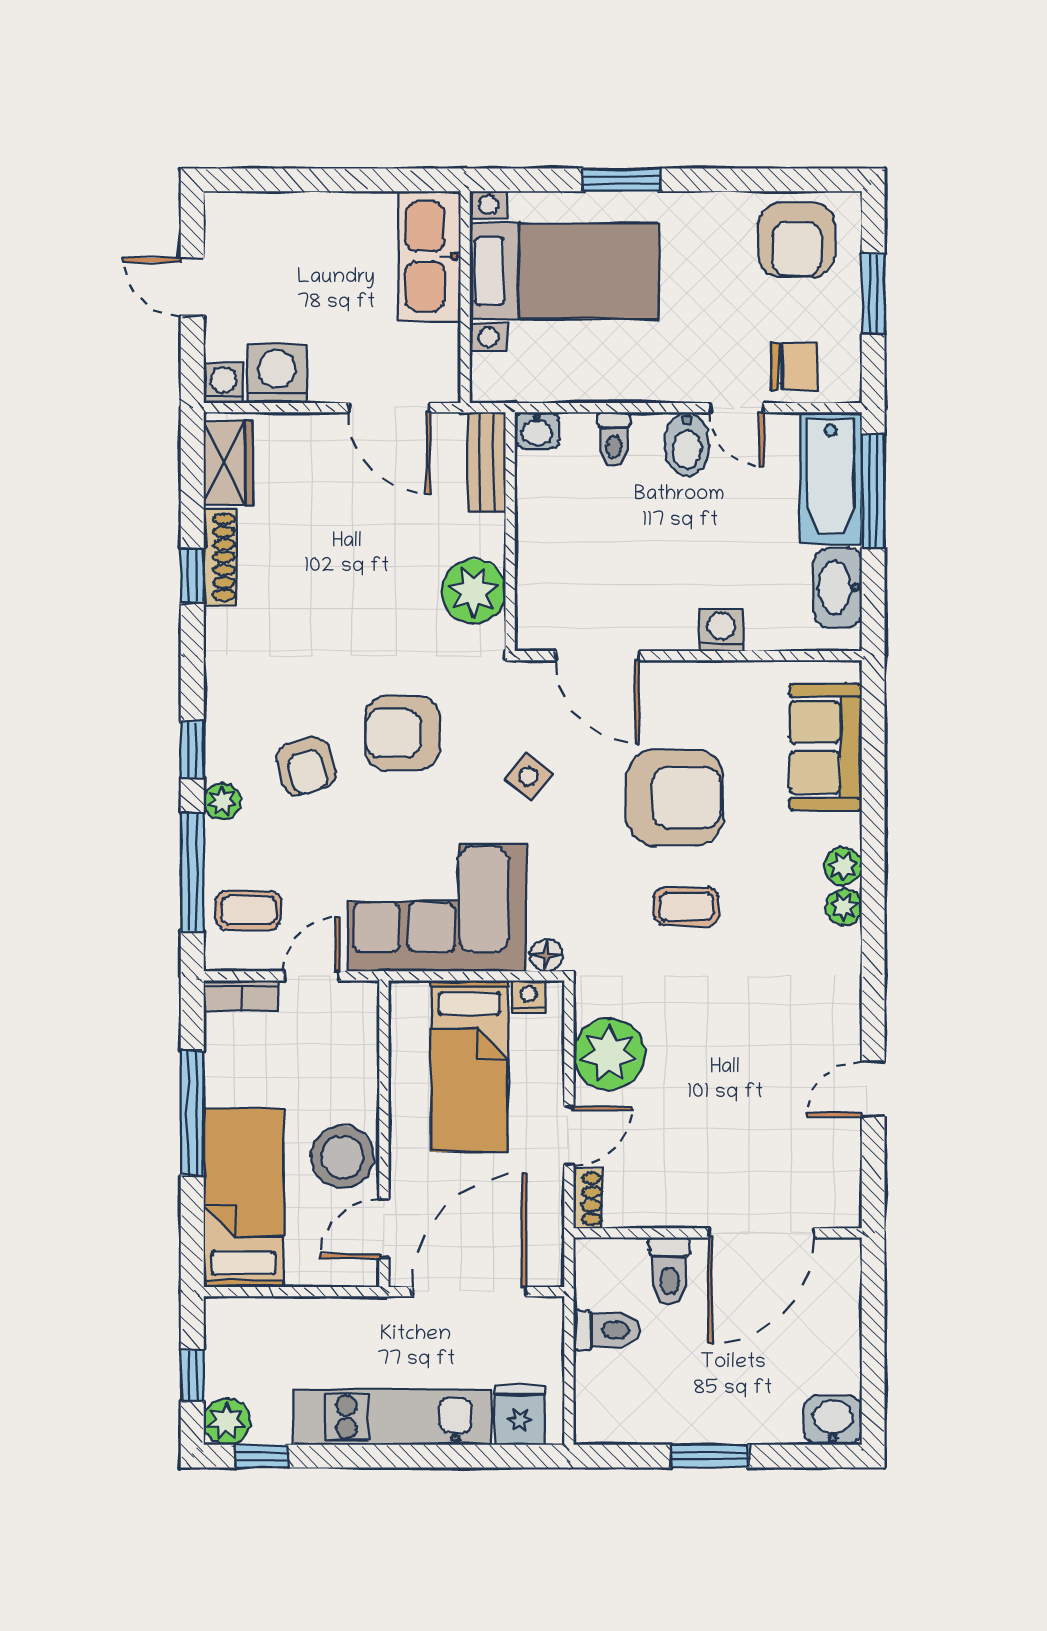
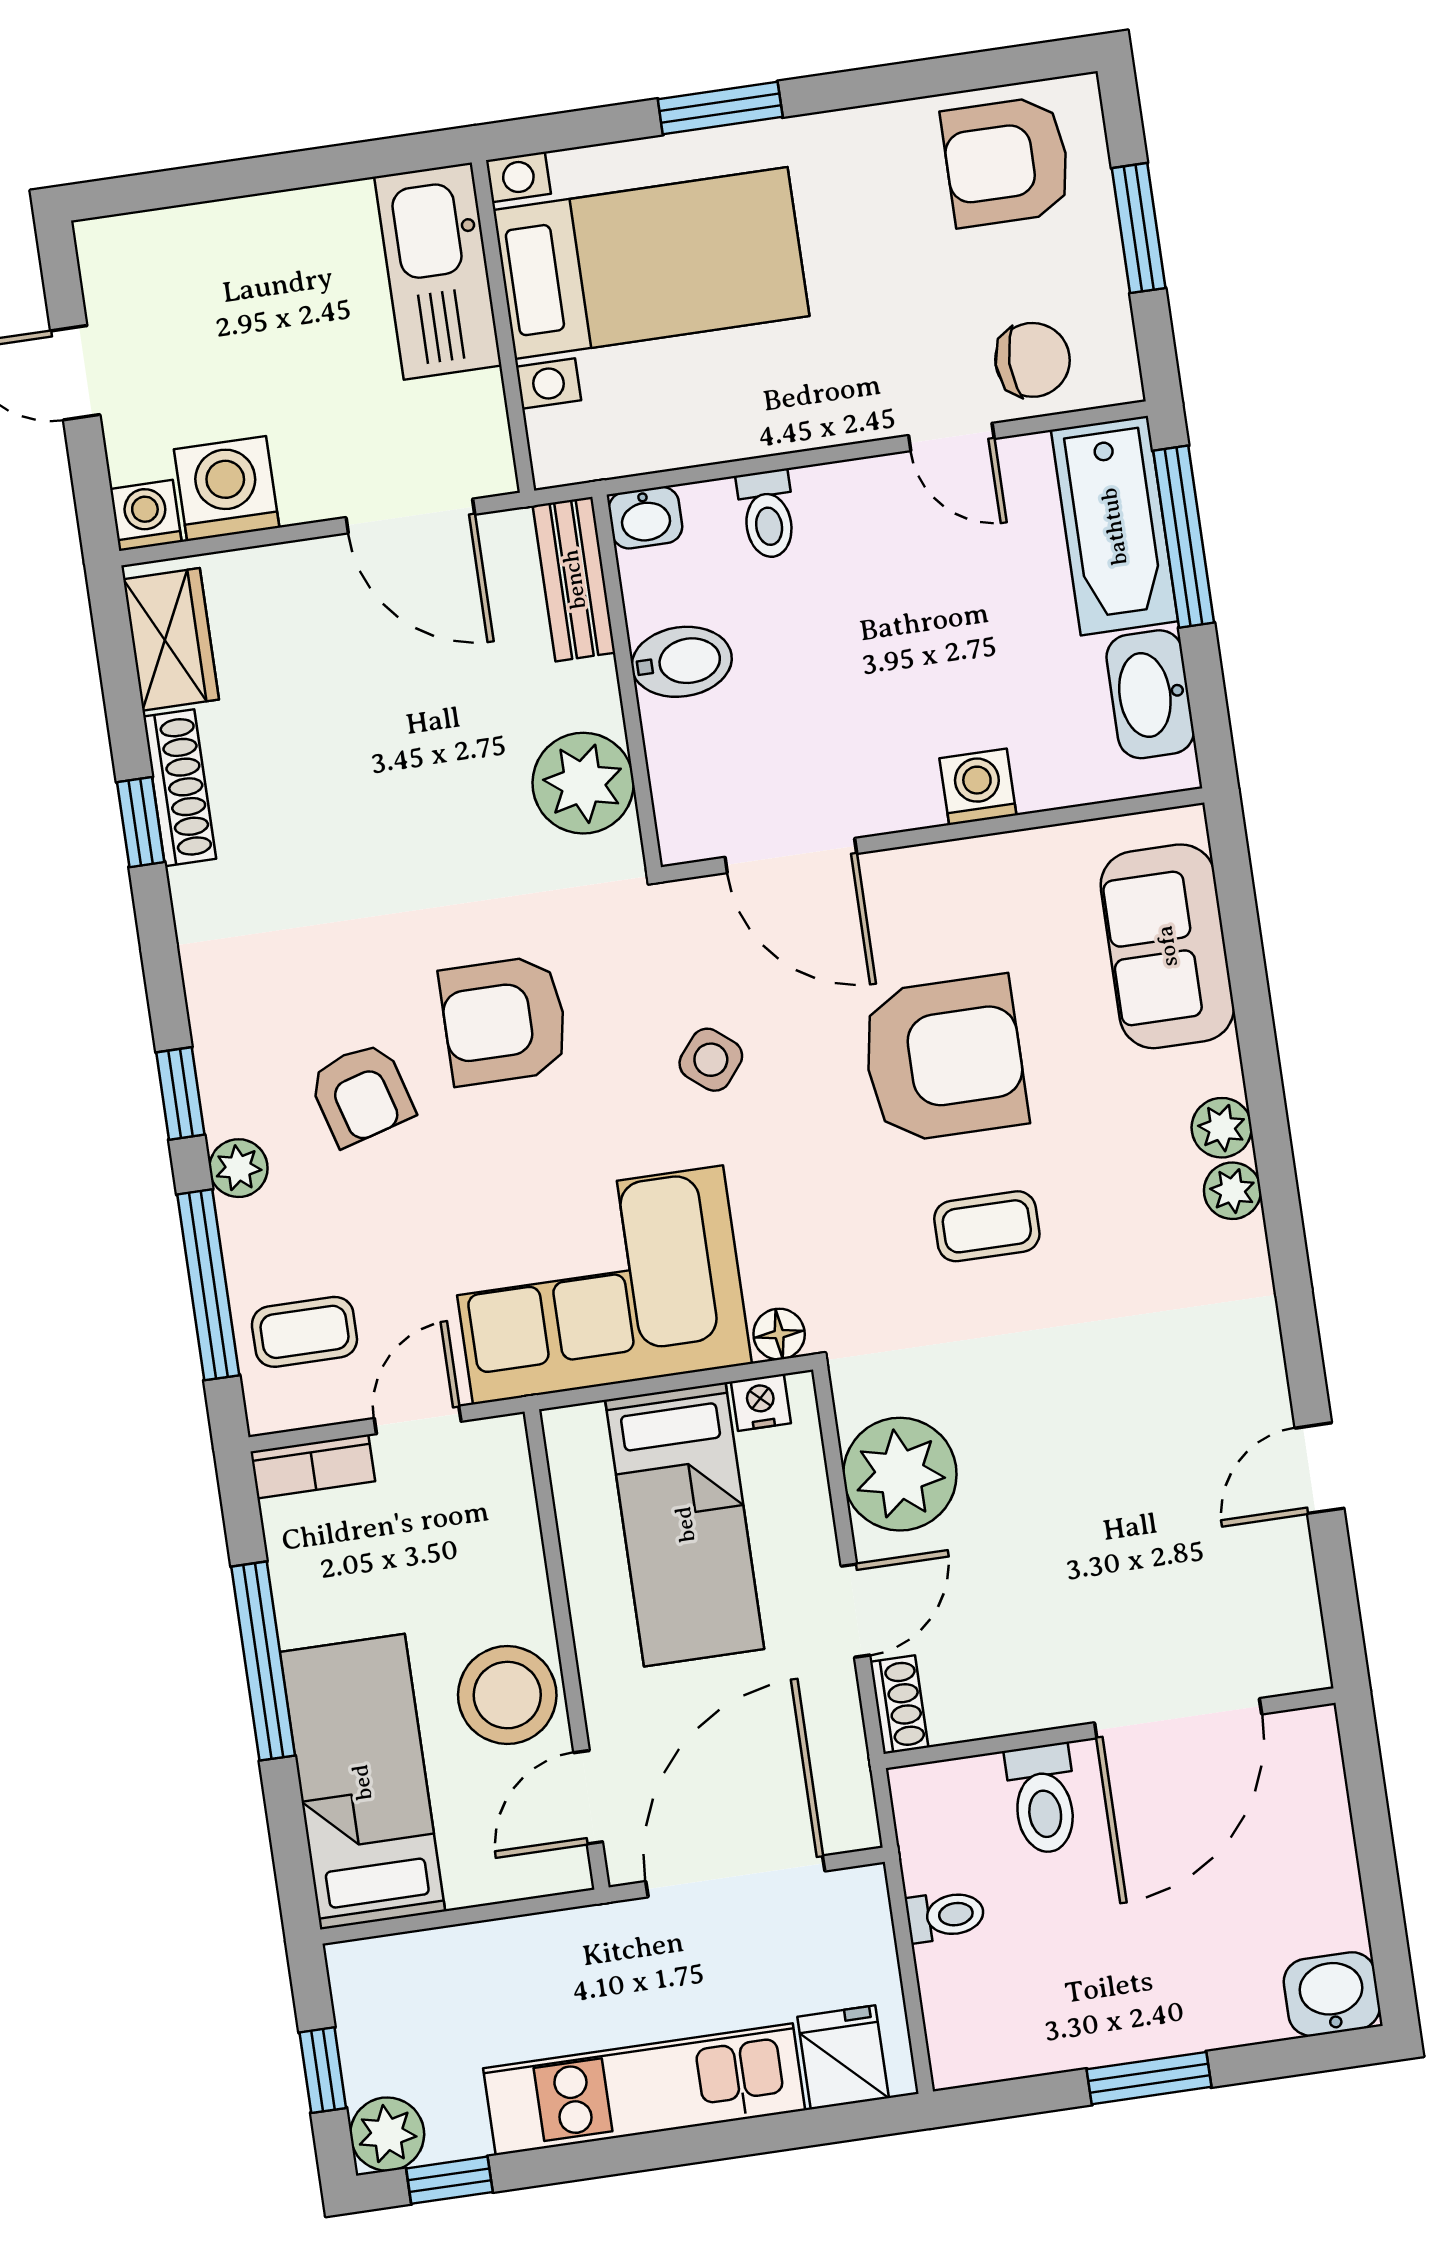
armchair: (796, 240) -> (1007, 161), turned 90
bidet: (687, 444) -> (682, 662), moved, turned -90
toilet: (607, 1330) -> (945, 1916), width x0.73, depth x0.72

